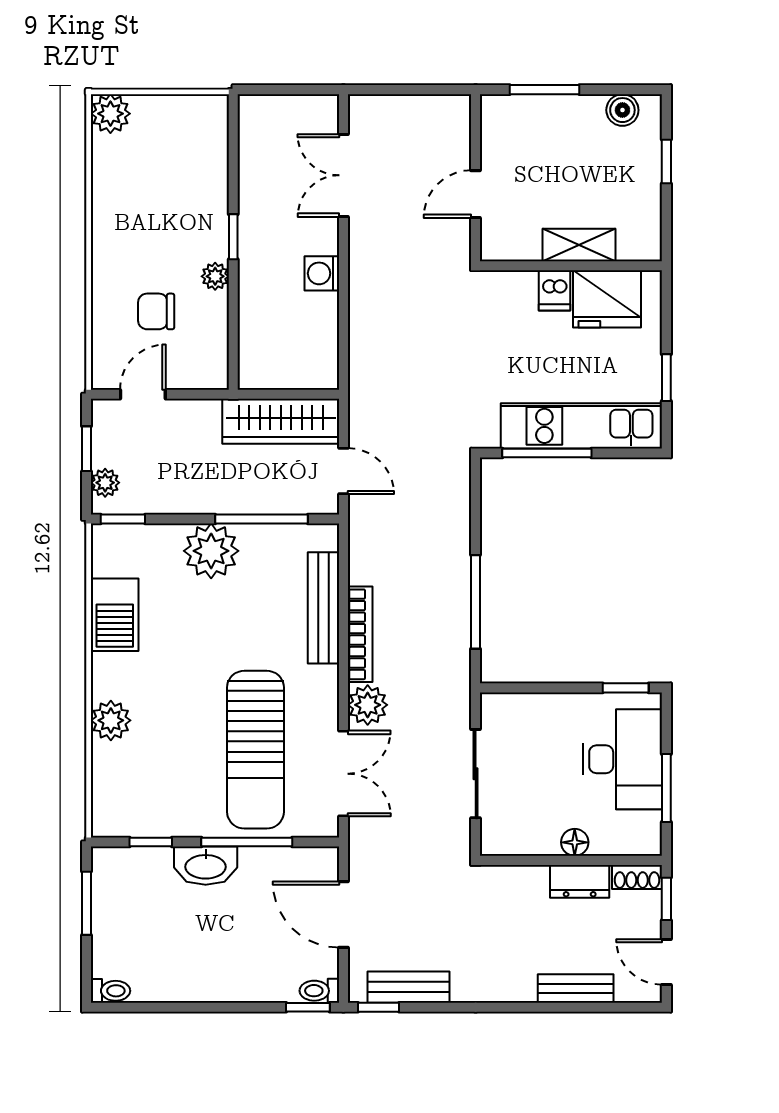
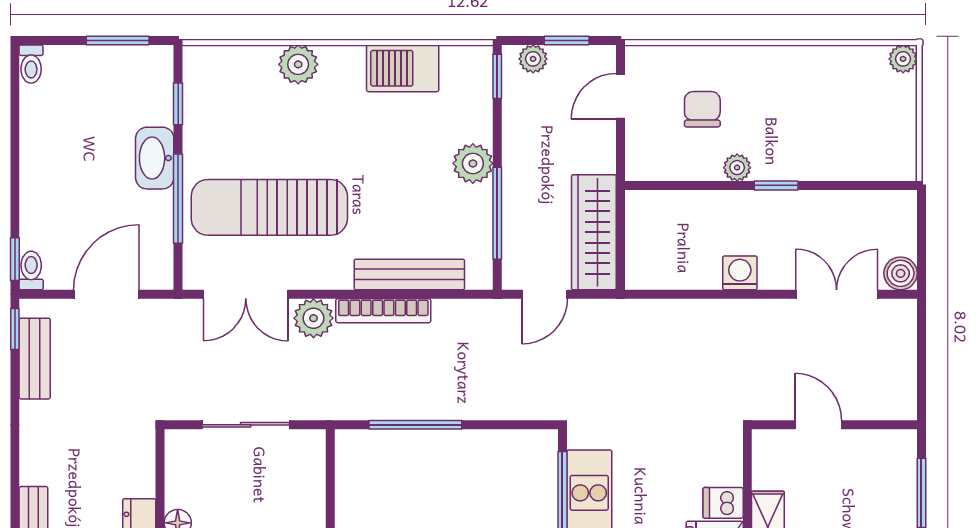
boiler: (322, 111) -> (901, 273), added
plant: (110, 114) -> (903, 59), width x0.73, depth x0.73
door: (143, 394) -> (620, 96), swing flipped
plant: (211, 551) -> (473, 163), width x0.73, depth x0.73

